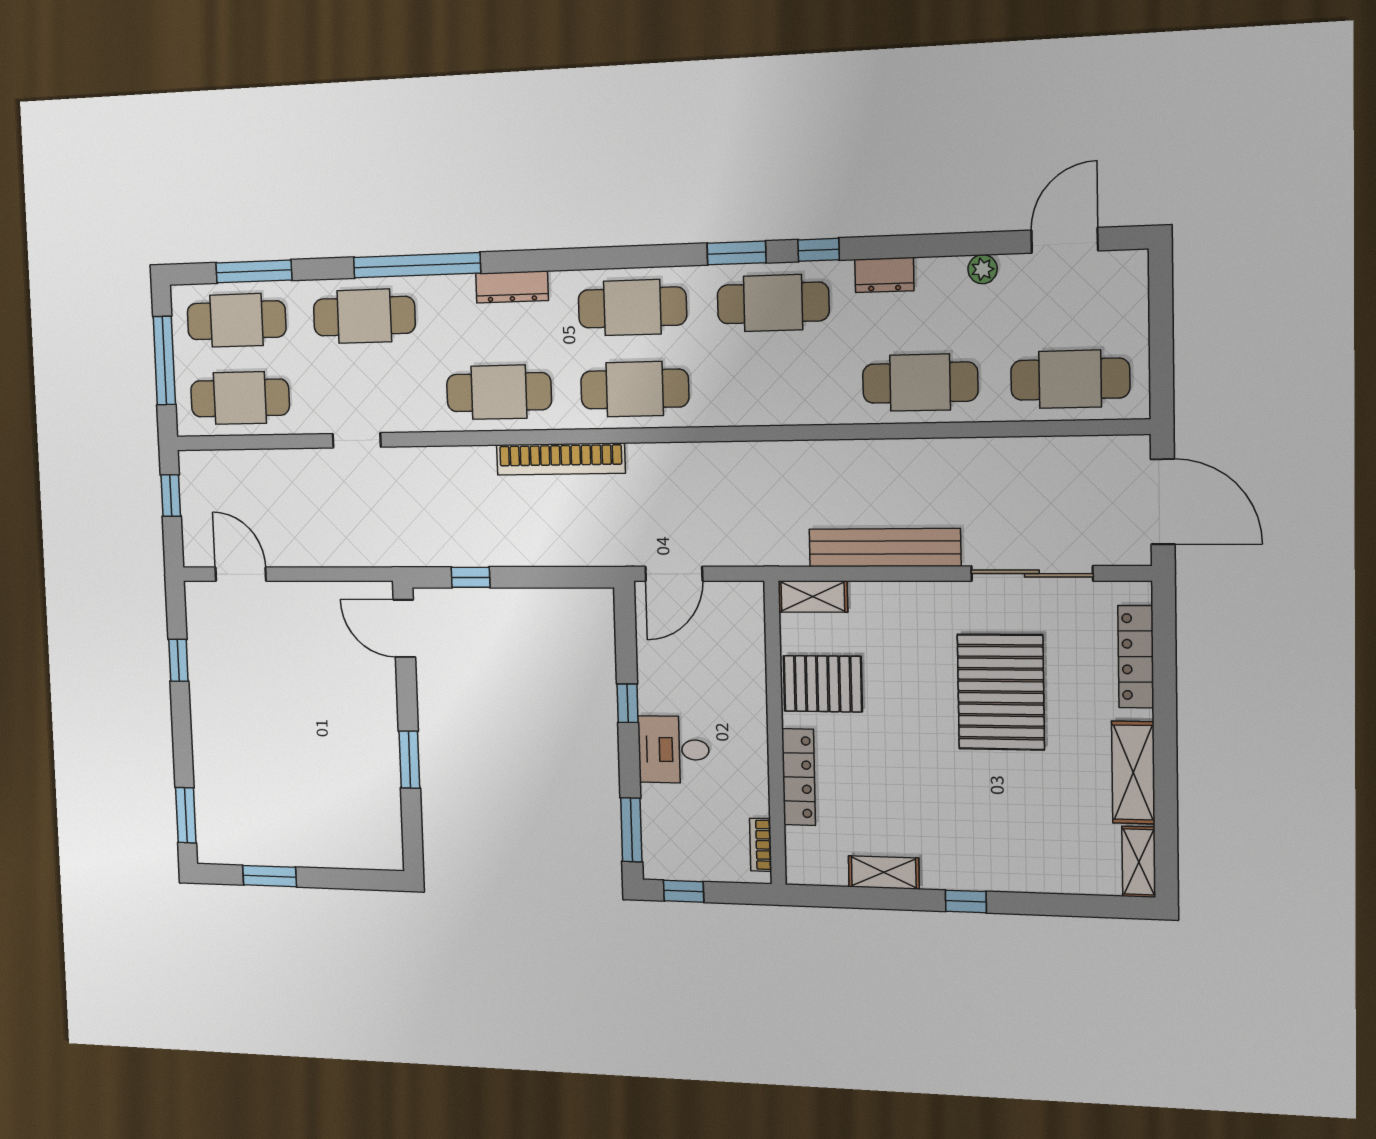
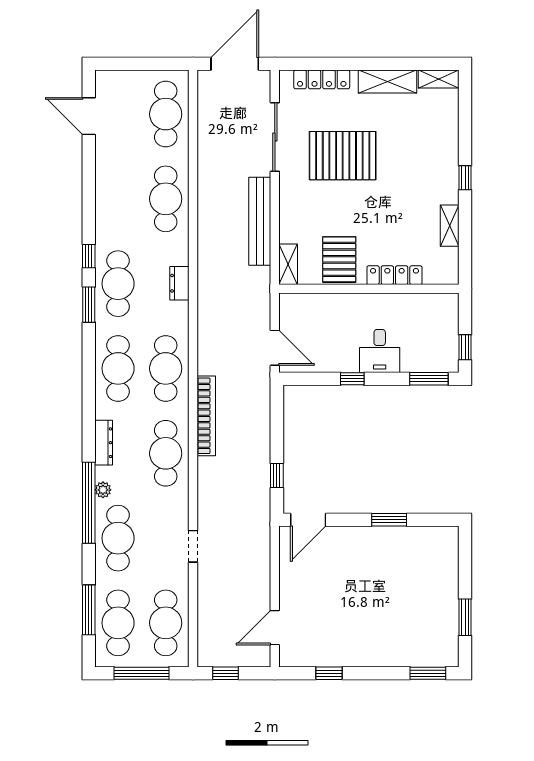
plant: (983, 269) -> (103, 490), moved
dresser: (884, 275) -> (179, 283), moved, turned 180
bookcase: (761, 845) -> (435, 299), removed

